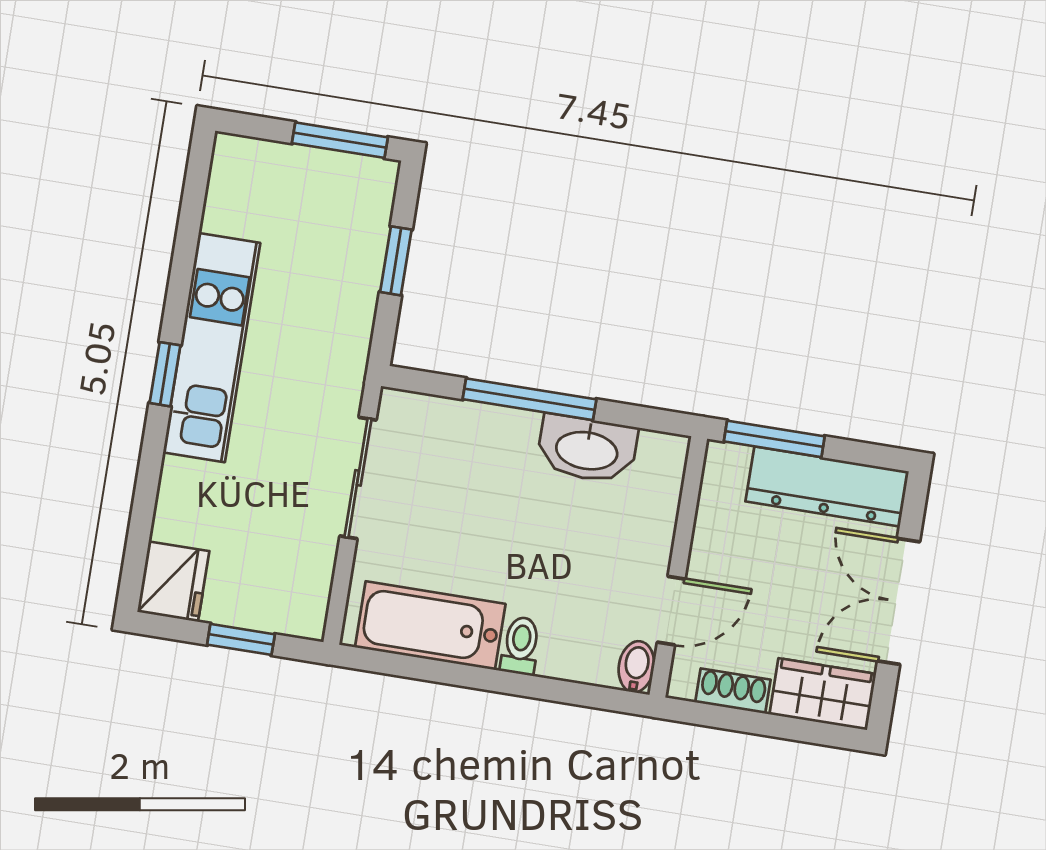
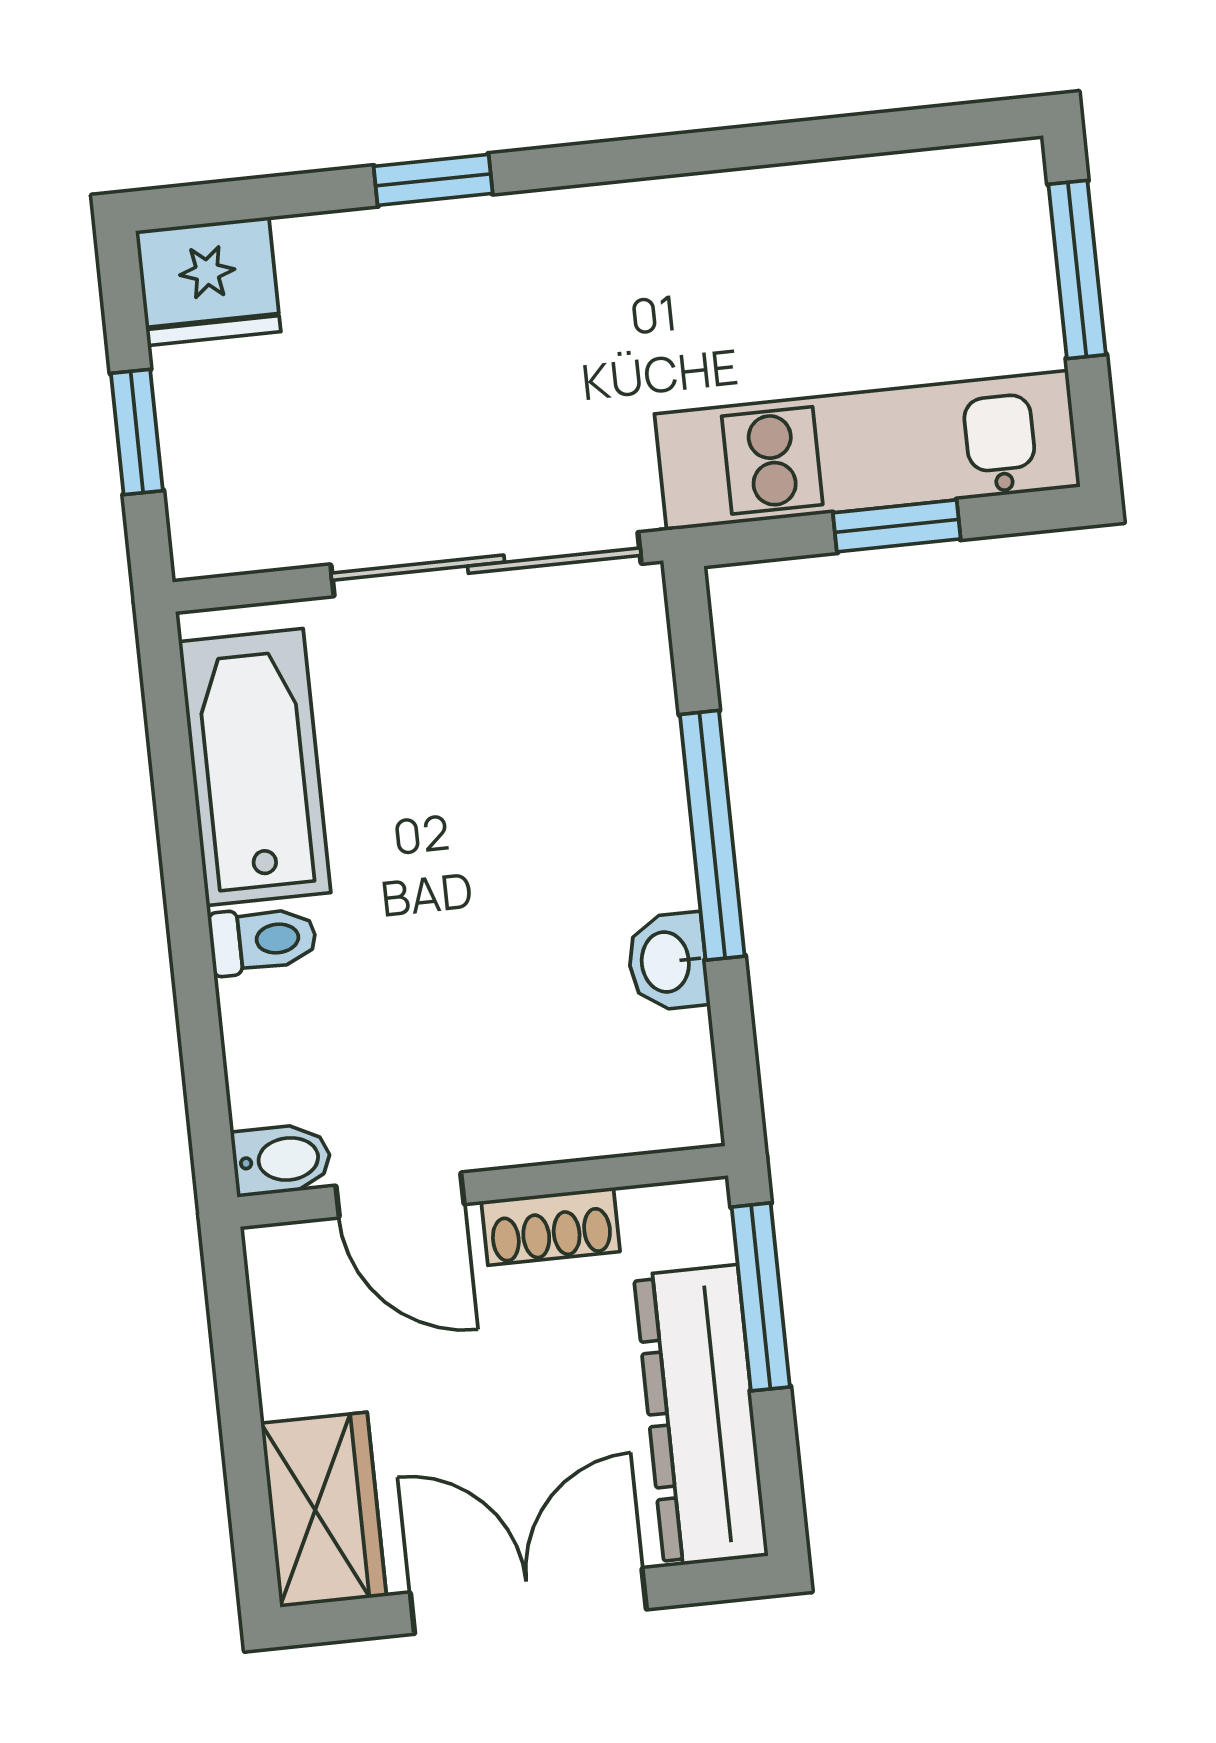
window: (340, 140) -> (1077, 269), moved
kitchen unit: (212, 348) -> (867, 450), moved, turned 180
window: (165, 374) -> (433, 180), moved
washbasin: (587, 449) -> (668, 962), width x0.52, depth x0.69
sliding door: (358, 478) -> (486, 564), width x1.37
shoe rack: (733, 691) -> (551, 1226), moved, turned 90

